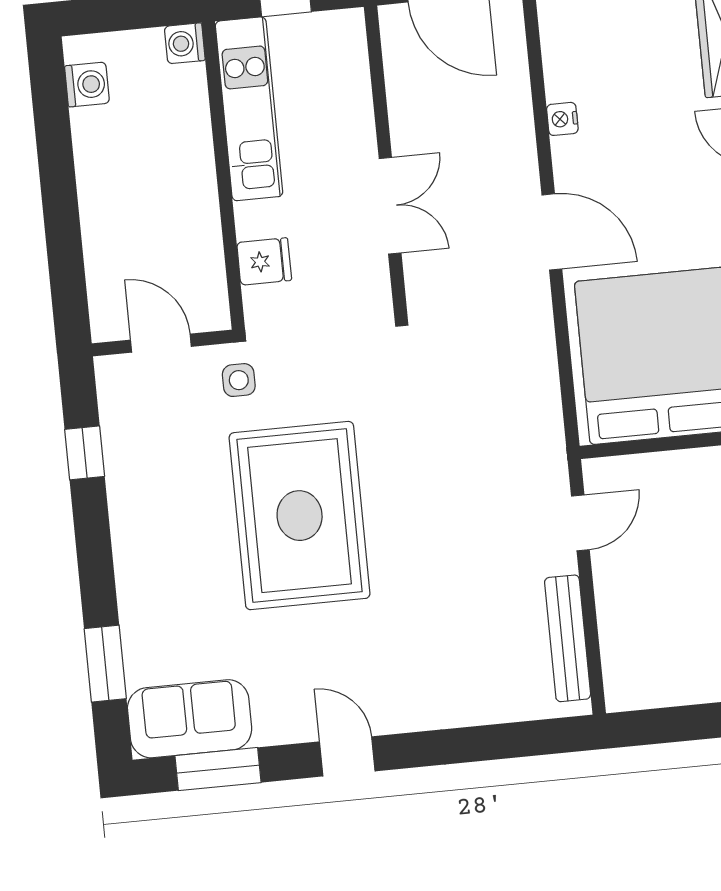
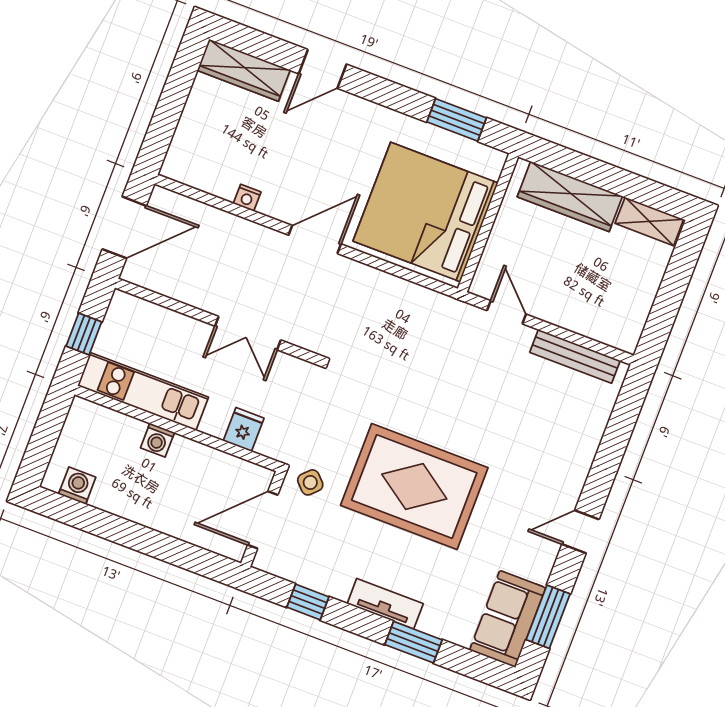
washing machine: (185, 43) -> (157, 440), moved
double door: (390, 206) -> (248, 333), swing flipped
door: (161, 343) -> (263, 520), width x1.38
side table: (239, 380) -> (310, 482), turned 45
tv unit: (132, 553) -> (385, 604), added
window: (105, 664) -> (413, 642), moved

